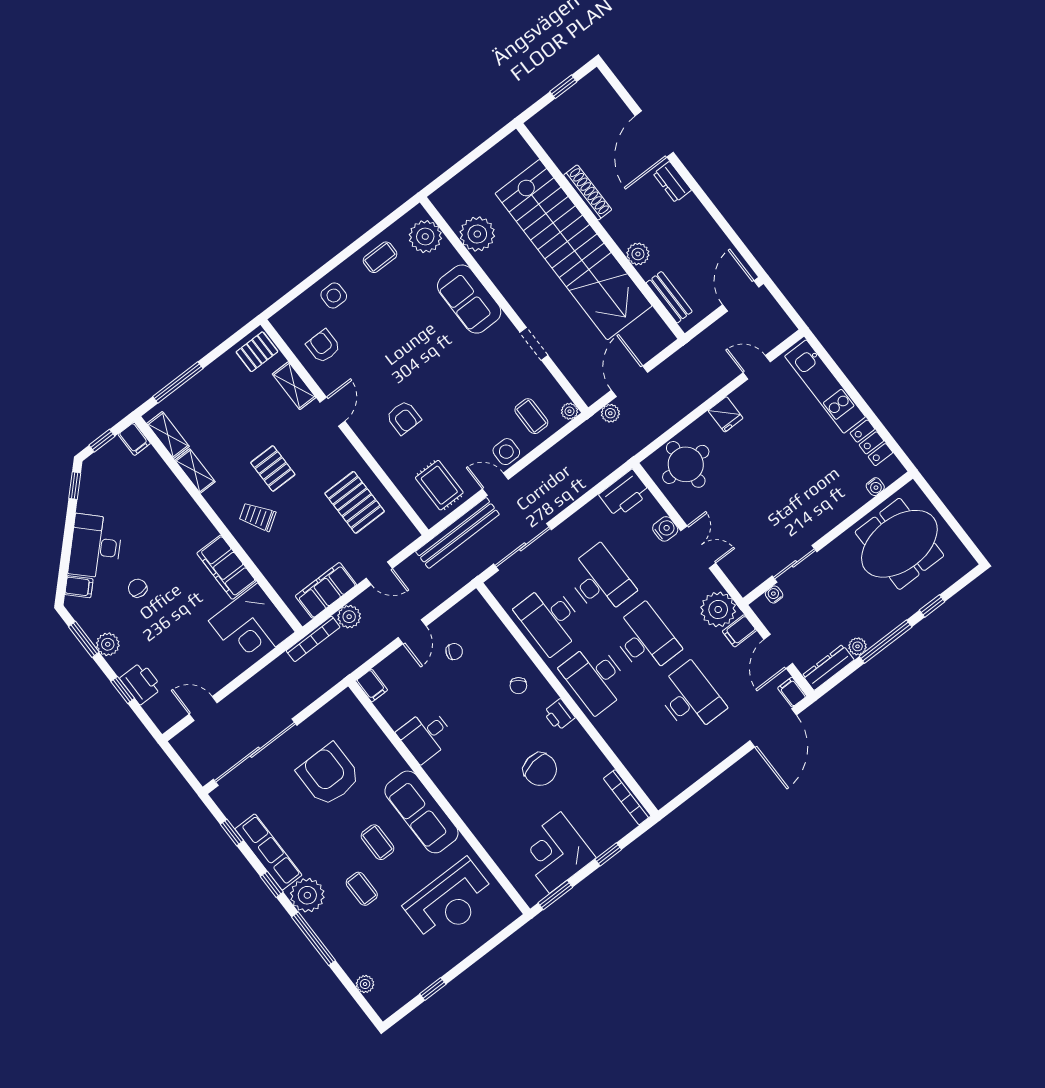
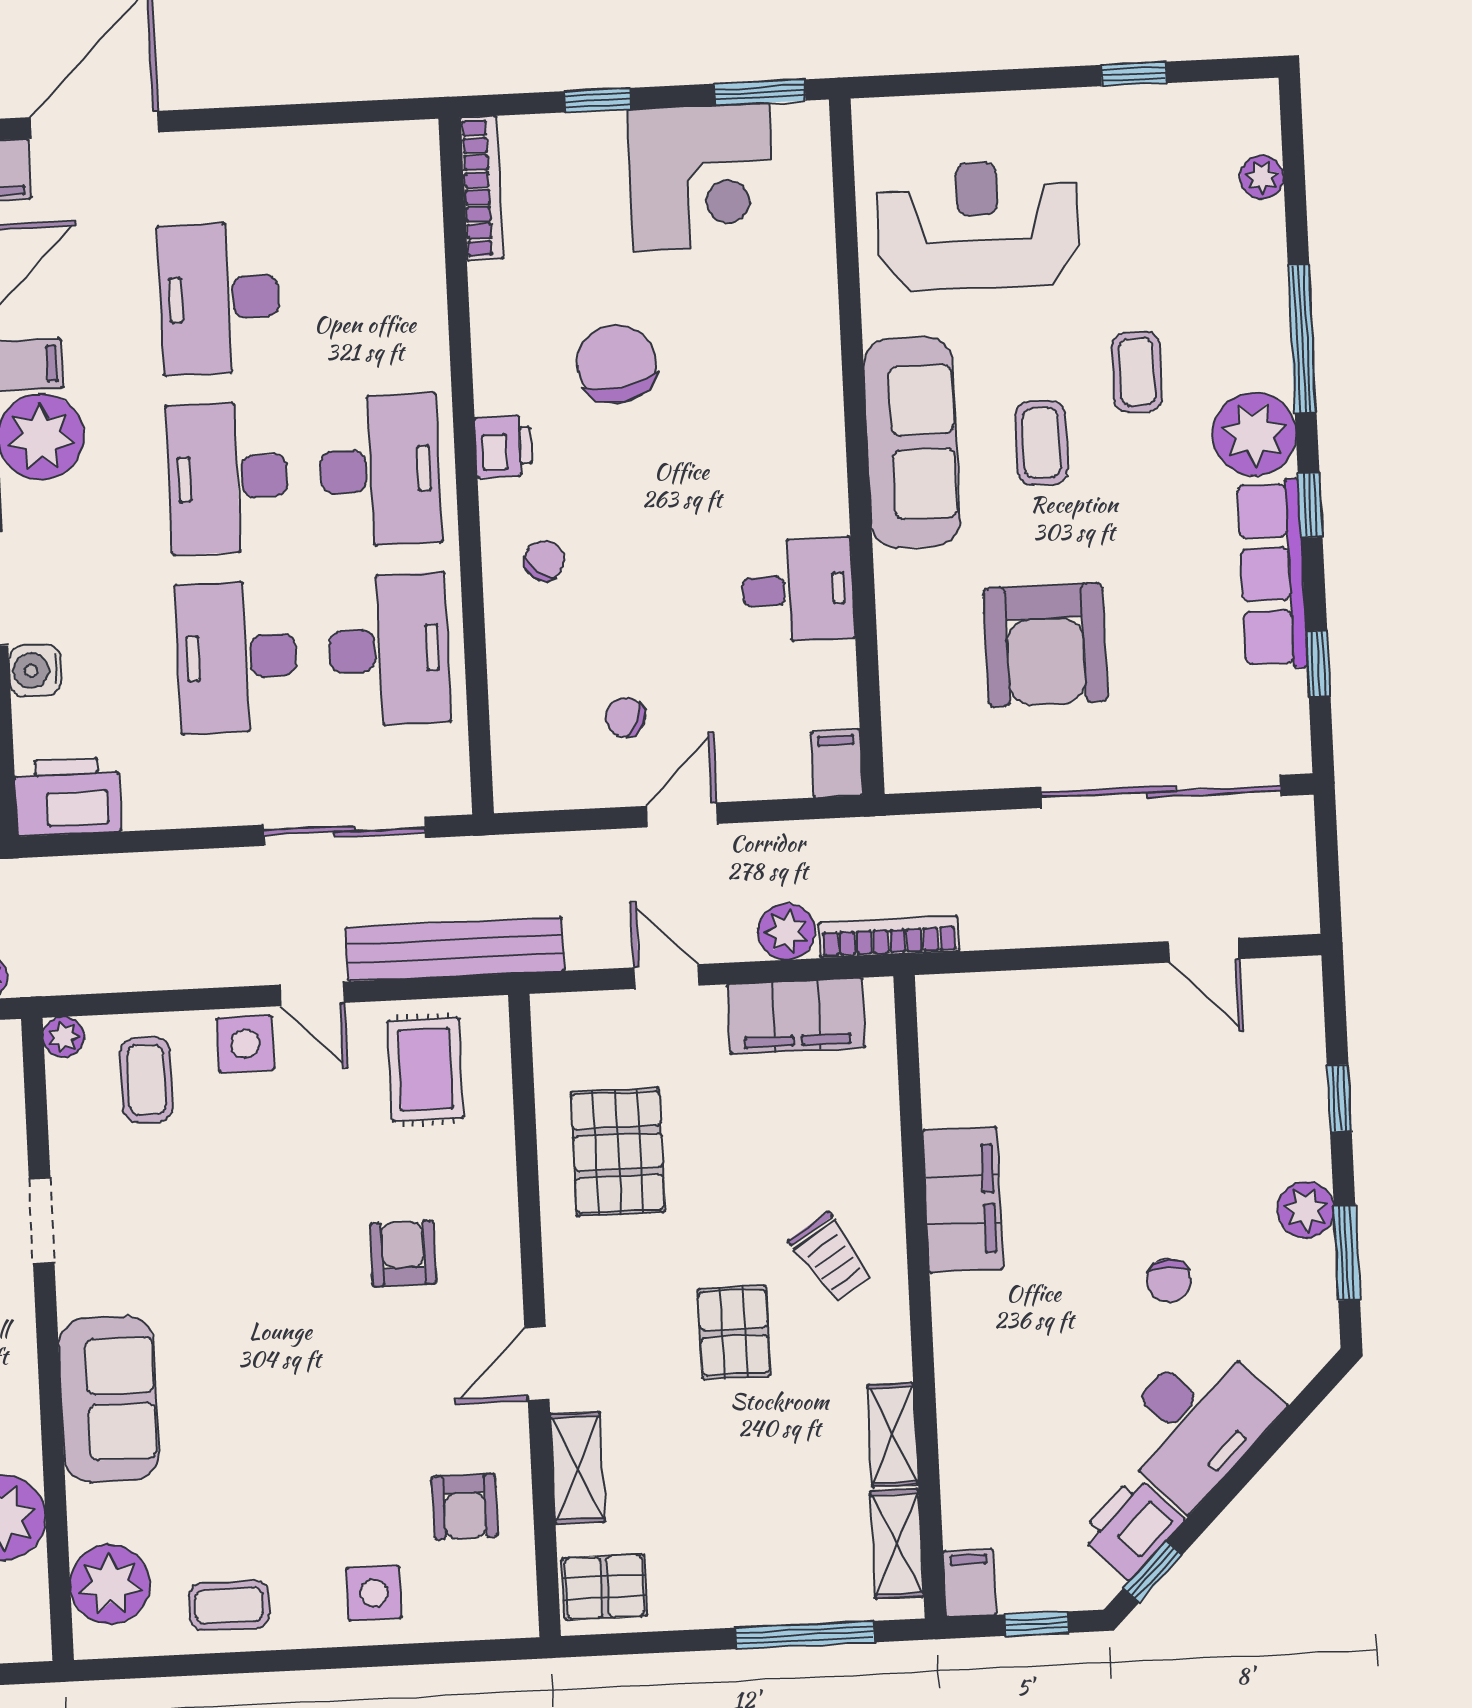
filing cabinet: (79, 587) -> (1284, 1364), removed
corner desk: (252, 626) -> (994, 1047), removed
printer: (141, 683) -> (1132, 1527), moved, turned 45

